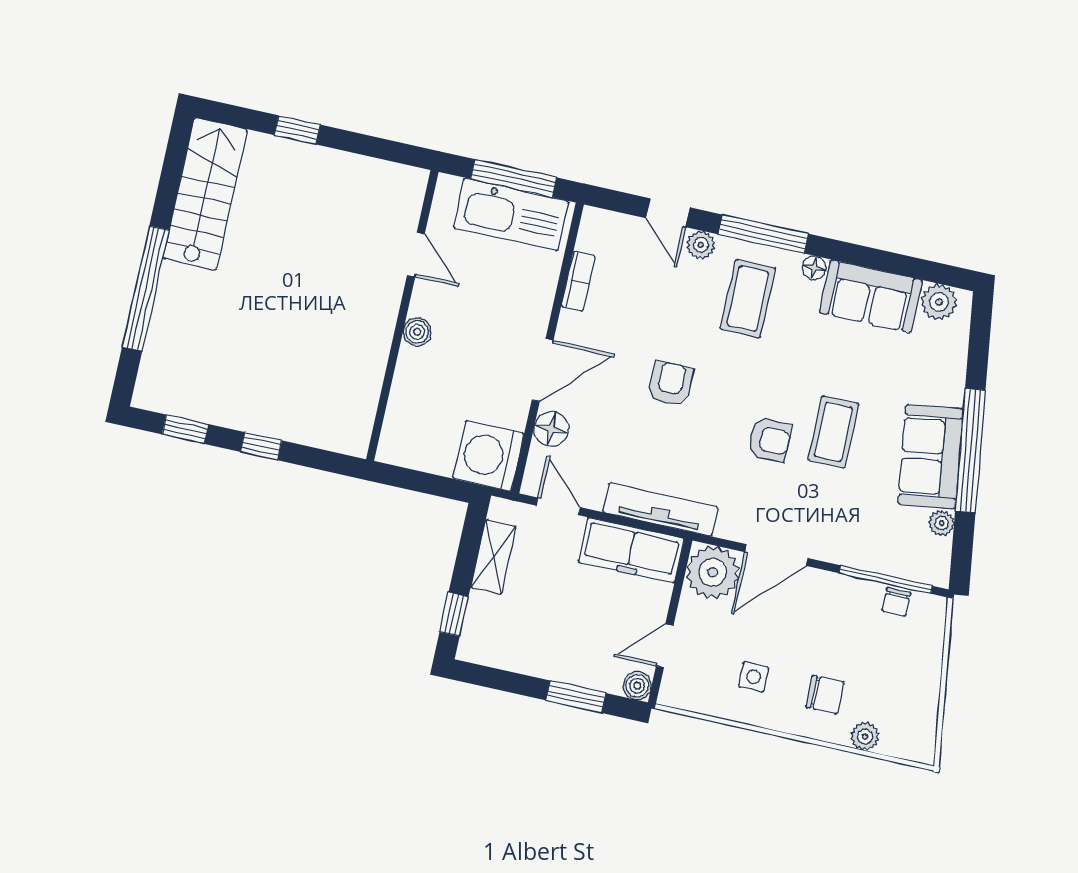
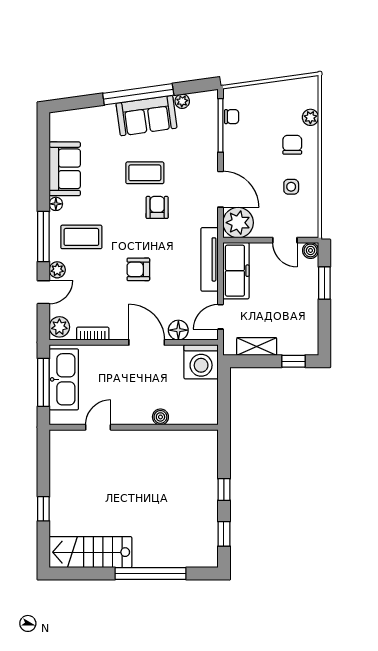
plant: (939, 302) -> (59, 327), moved
boiler: (417, 332) -> (160, 417), moved

